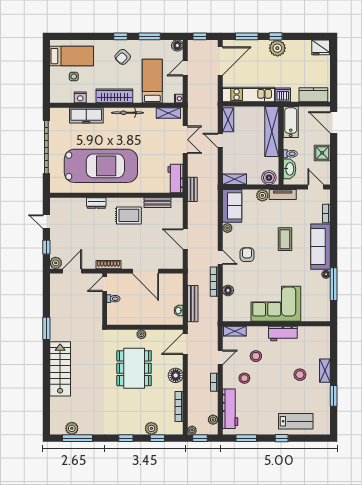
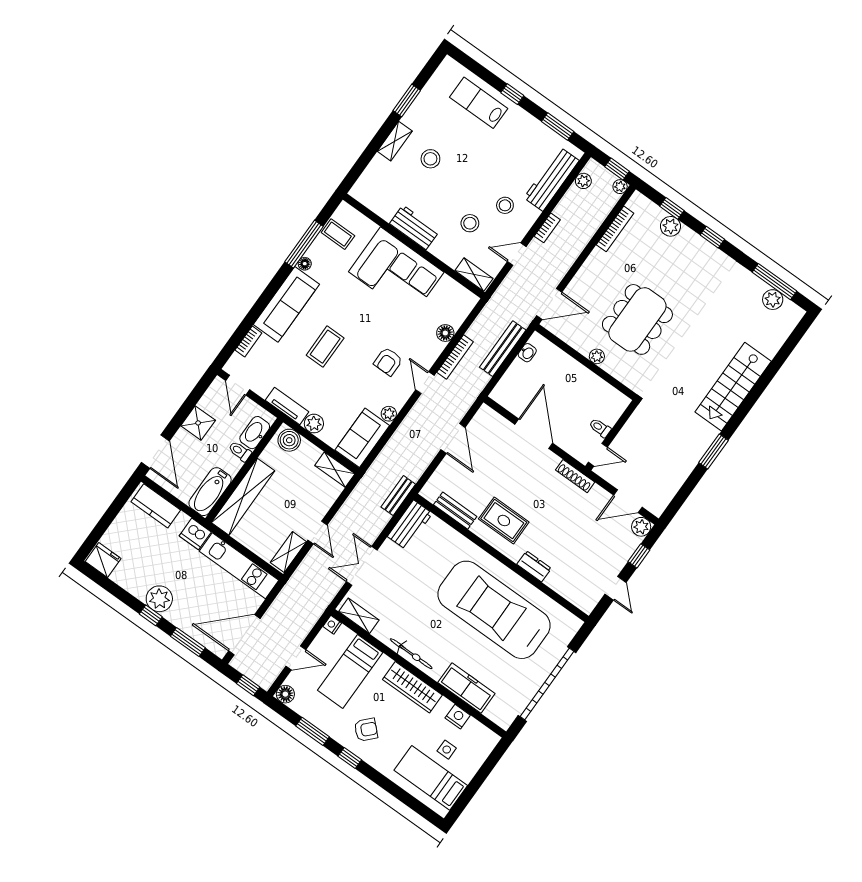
coffee table: (320, 302) -> (338, 234), added
floor lamp: (176, 375) -> (591, 272), removed

